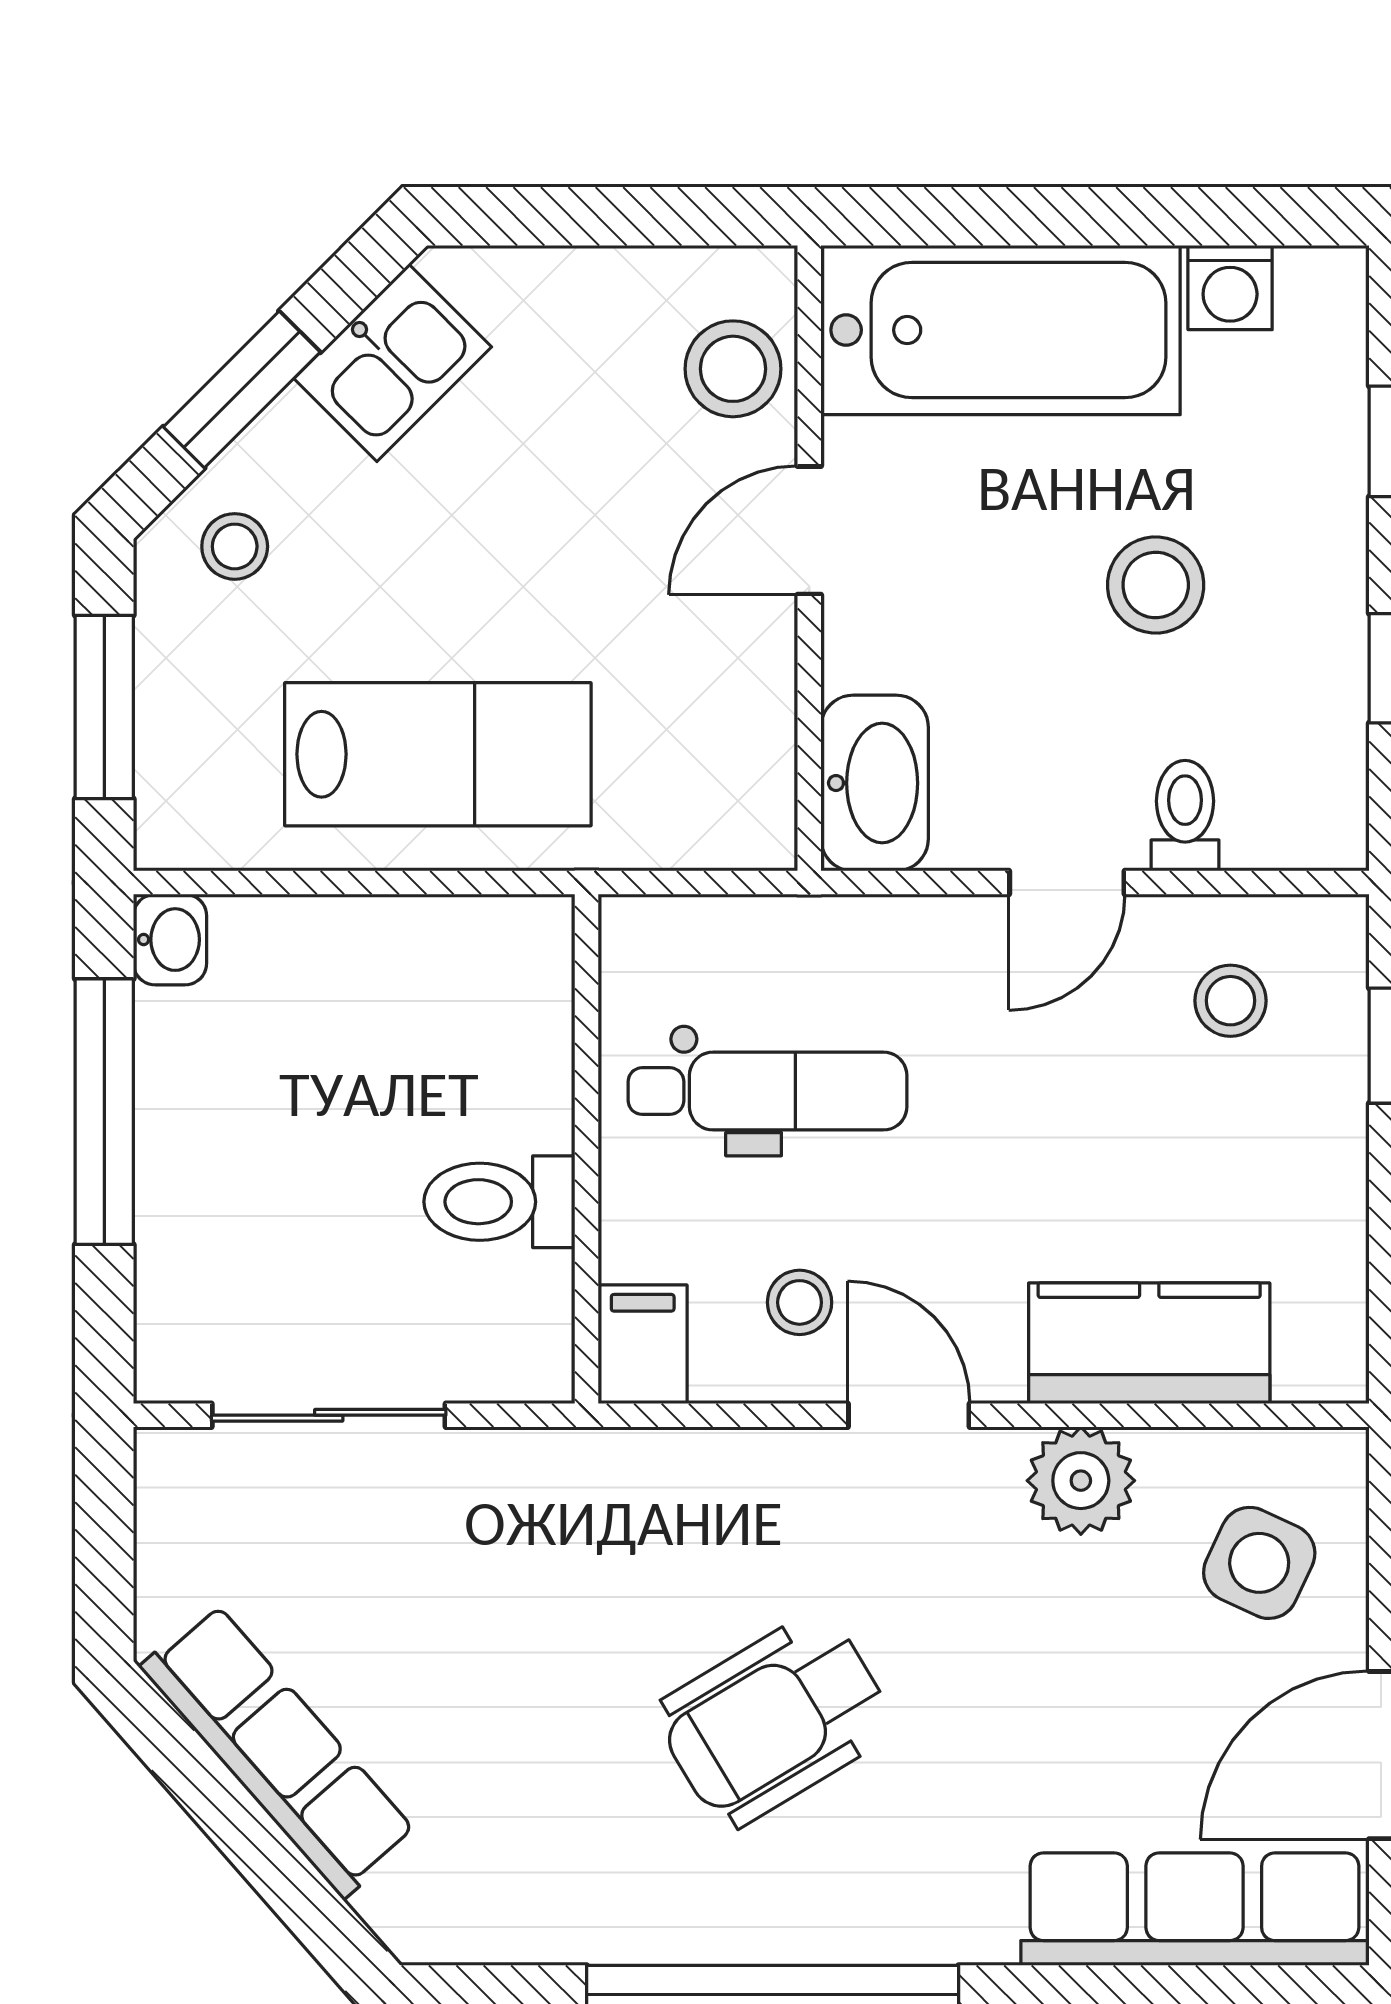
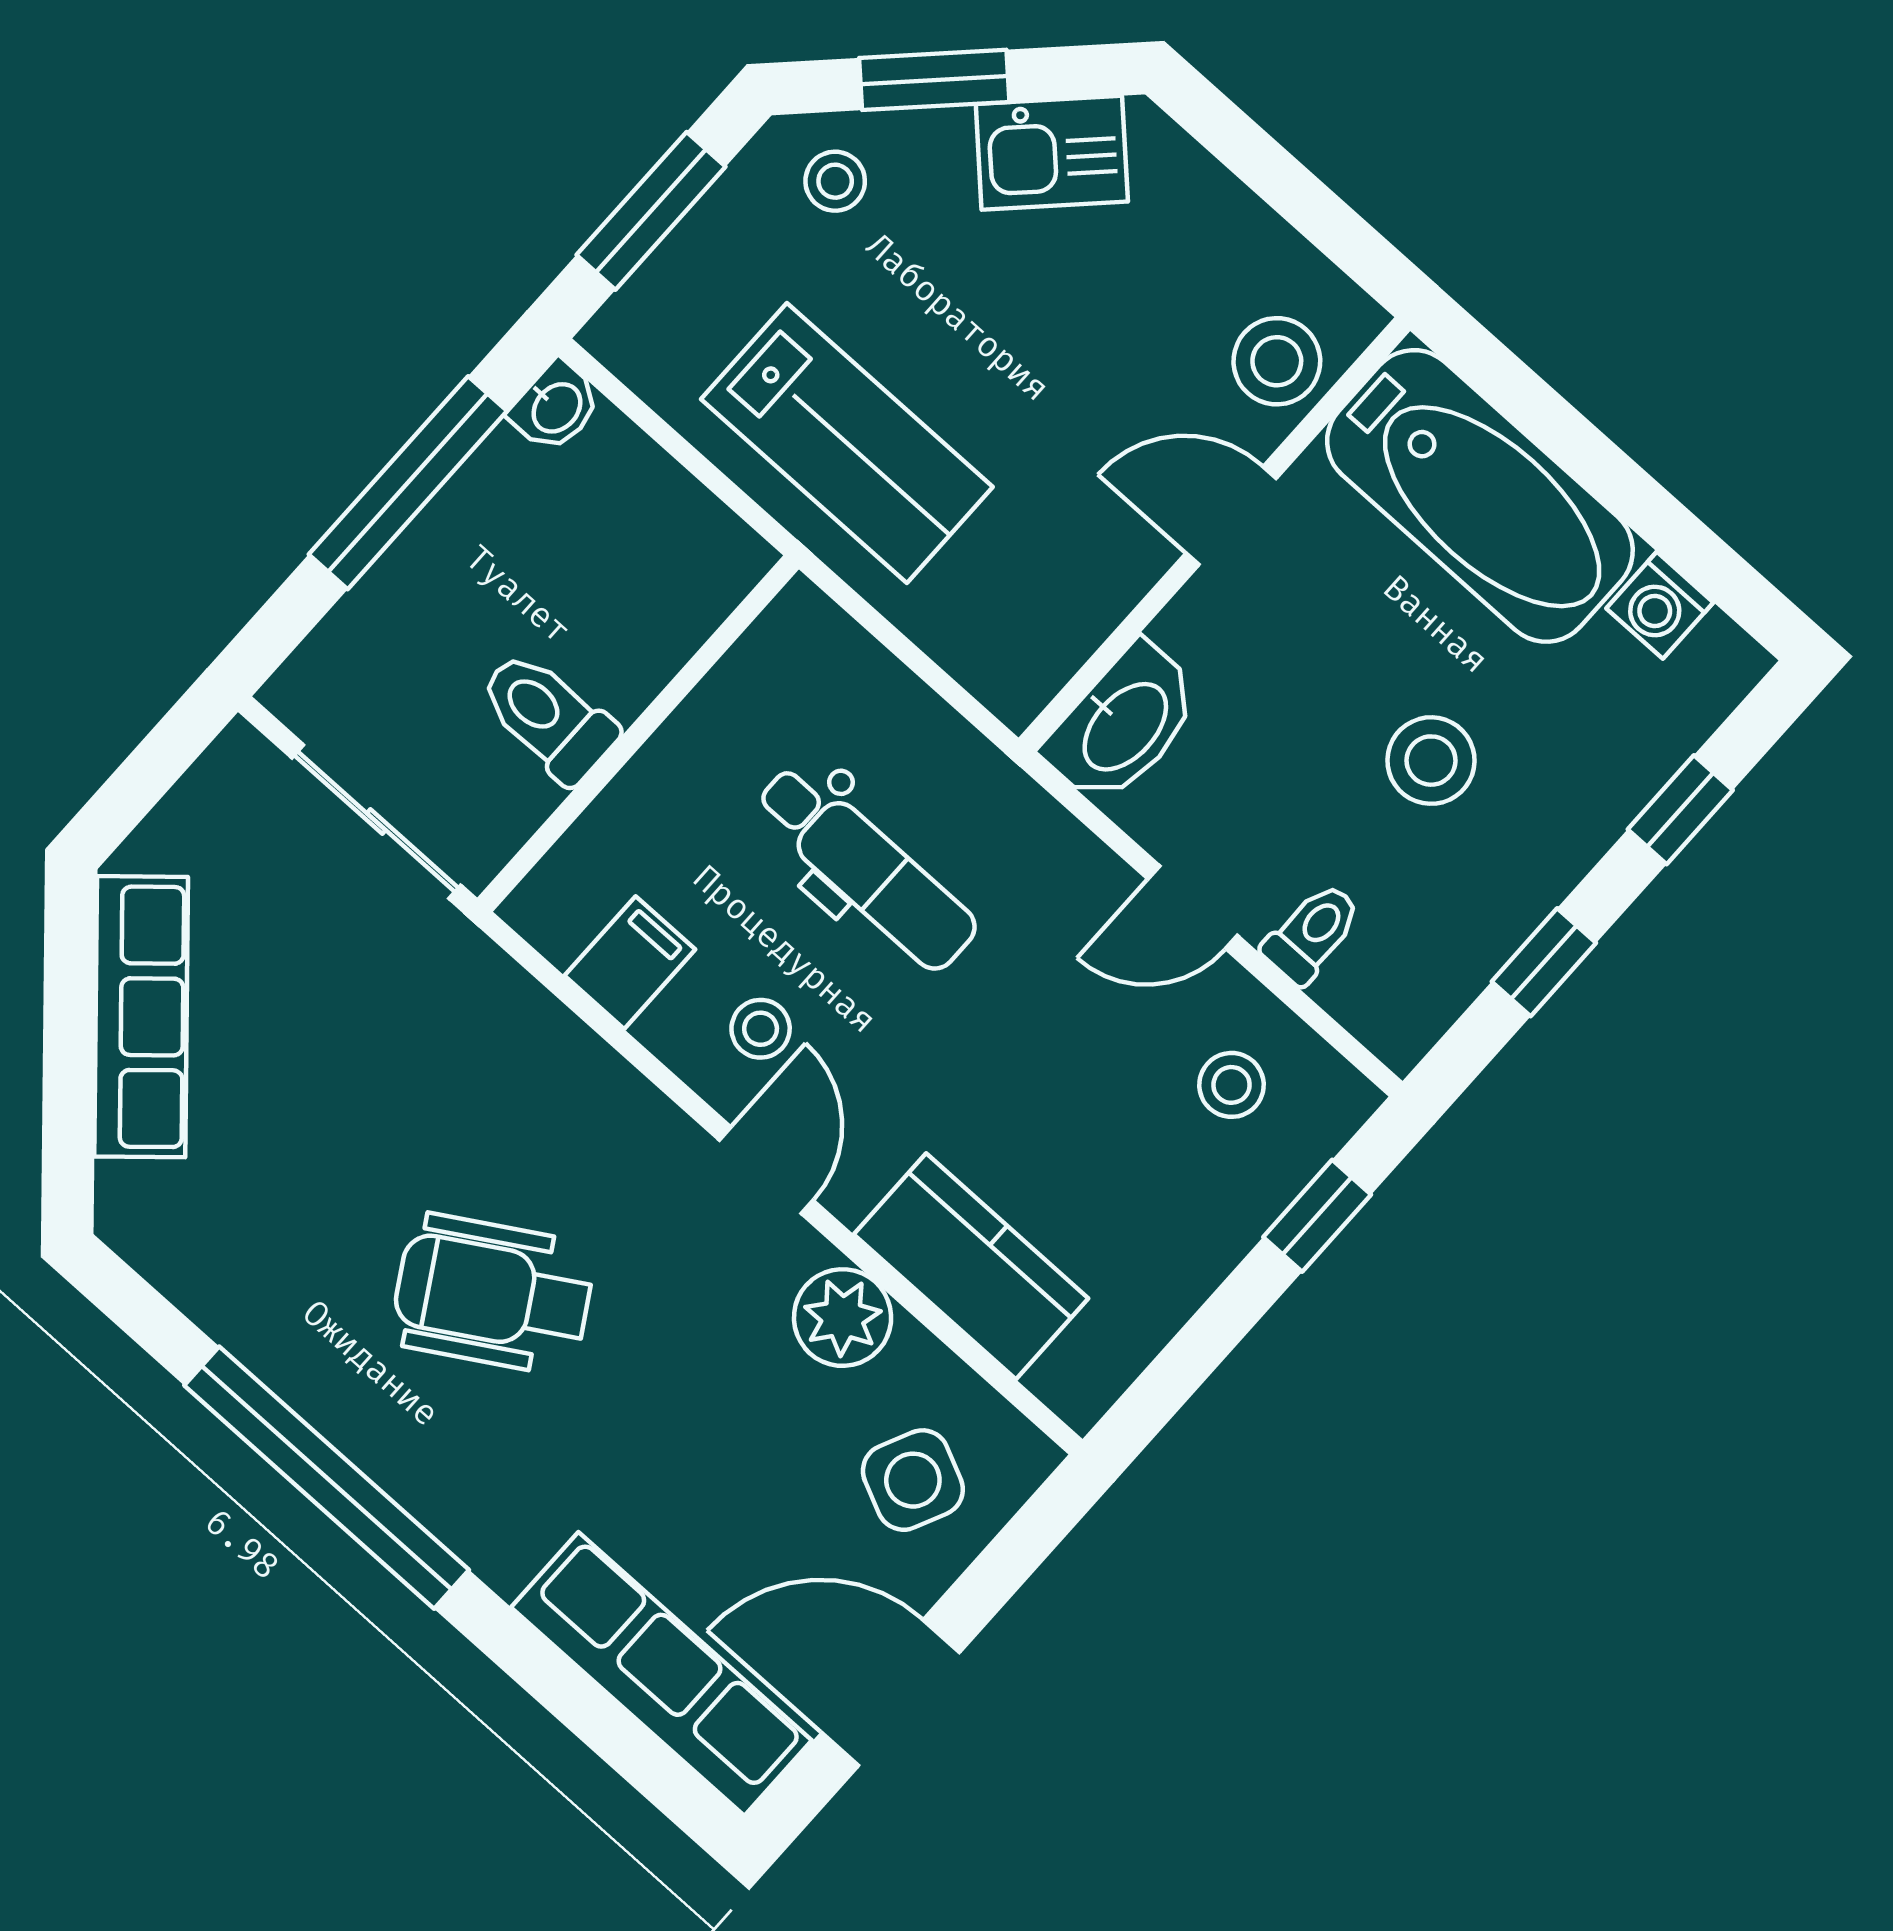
wall: (587, 1149) -> (638, 734), moved
toilet: (499, 1202) -> (548, 717), moved

